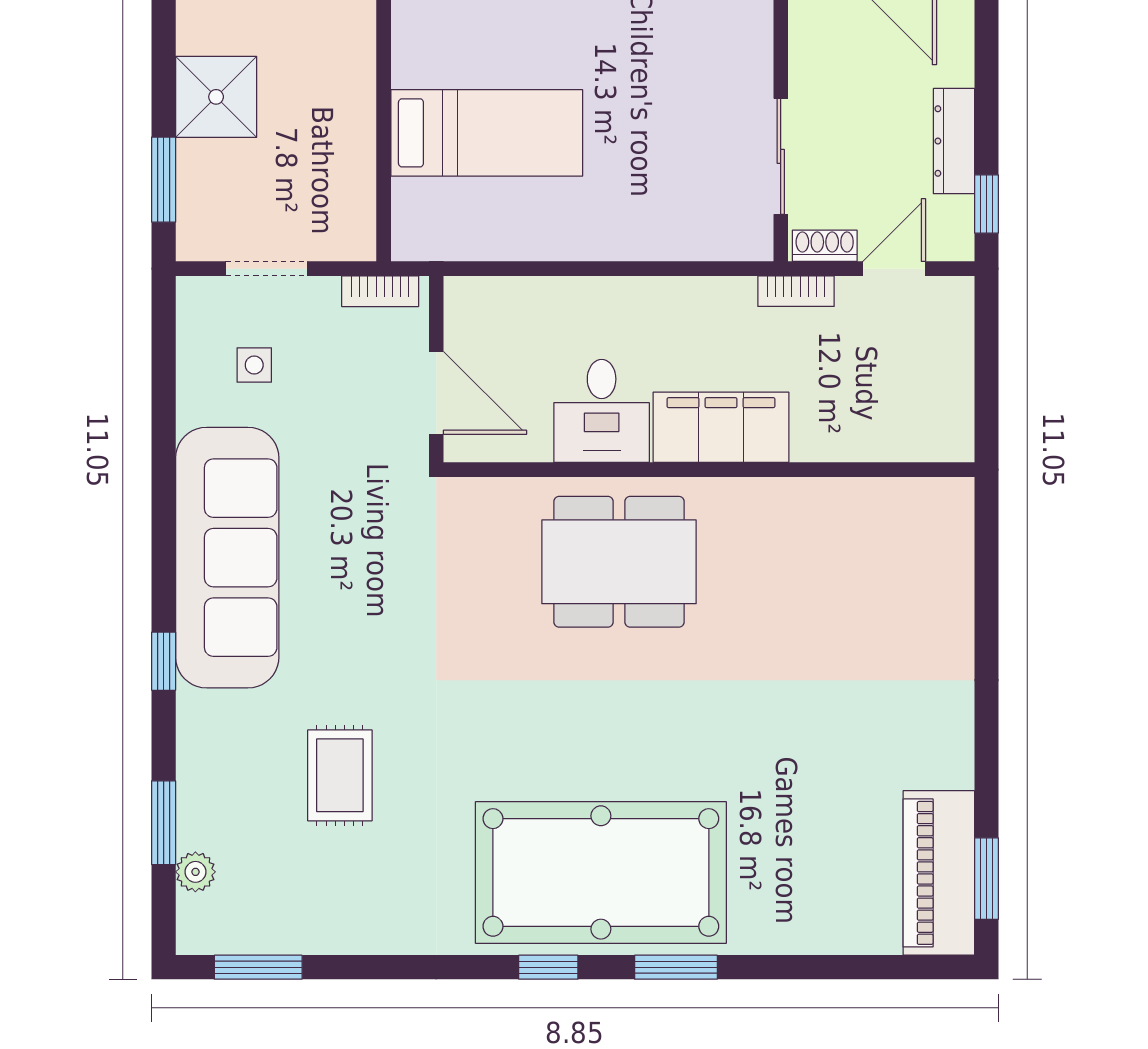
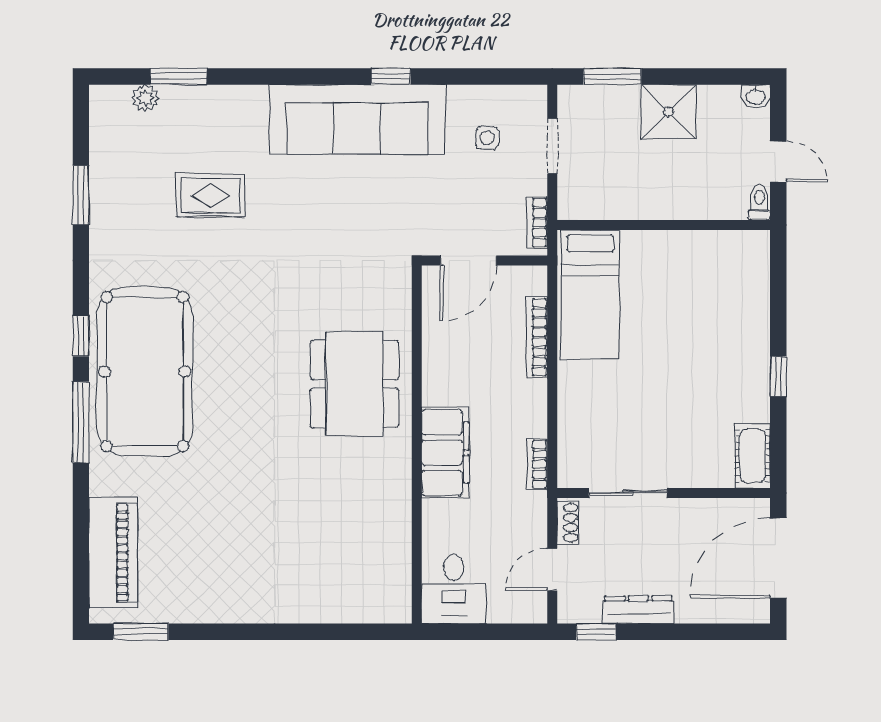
bed: (487, 133) -> (590, 295), moved
door: (894, 269) -> (552, 570), swing flipped
bookcase: (550, 291) -> (537, 337), added
bookcase: (796, 291) -> (537, 464), moved
desk: (602, 411) -> (454, 589), moved, turned -90
window: (164, 661) -> (391, 76), moved
piano: (939, 873) -> (113, 553), moved, turned 90
window: (258, 967) -> (81, 195), moved
window: (676, 967) -> (81, 422), width x1.44

